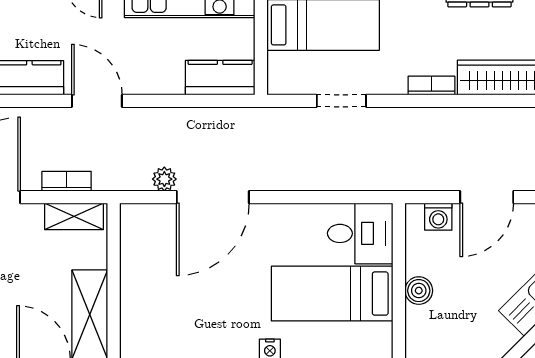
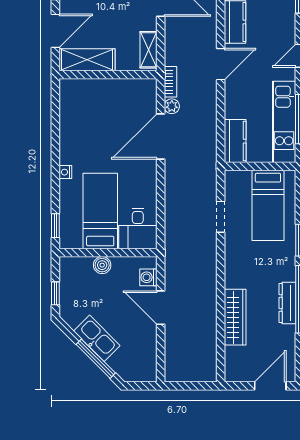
bookcase: (431, 86) -> (230, 273), removed
bookcase: (67, 181) -> (170, 82), moved
door: (213, 197) -> (161, 136), hinge flipped

